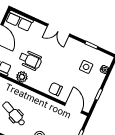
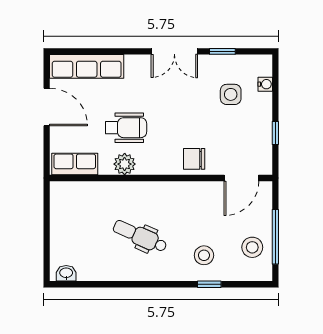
row of seats: (19, 21) -> (87, 66), width x1.48
double door: (59, 30) -> (174, 51), moved
door: (73, 108) -> (241, 178), swing flipped

